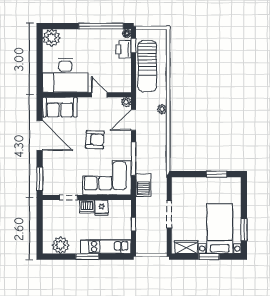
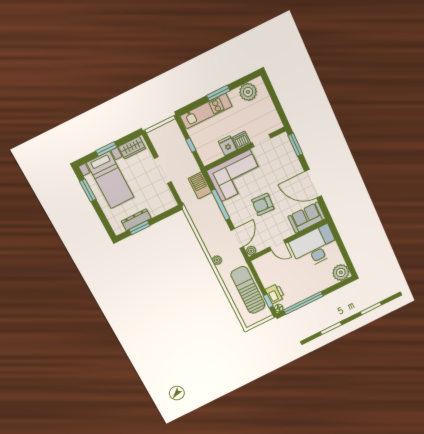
dresser: (216, 183) -> (136, 220), added

